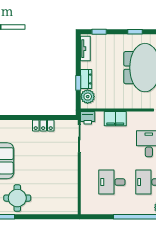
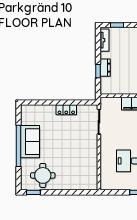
plant: (88, 97) -> (107, 84), removed
printer: (88, 118) -> (107, 103), removed

